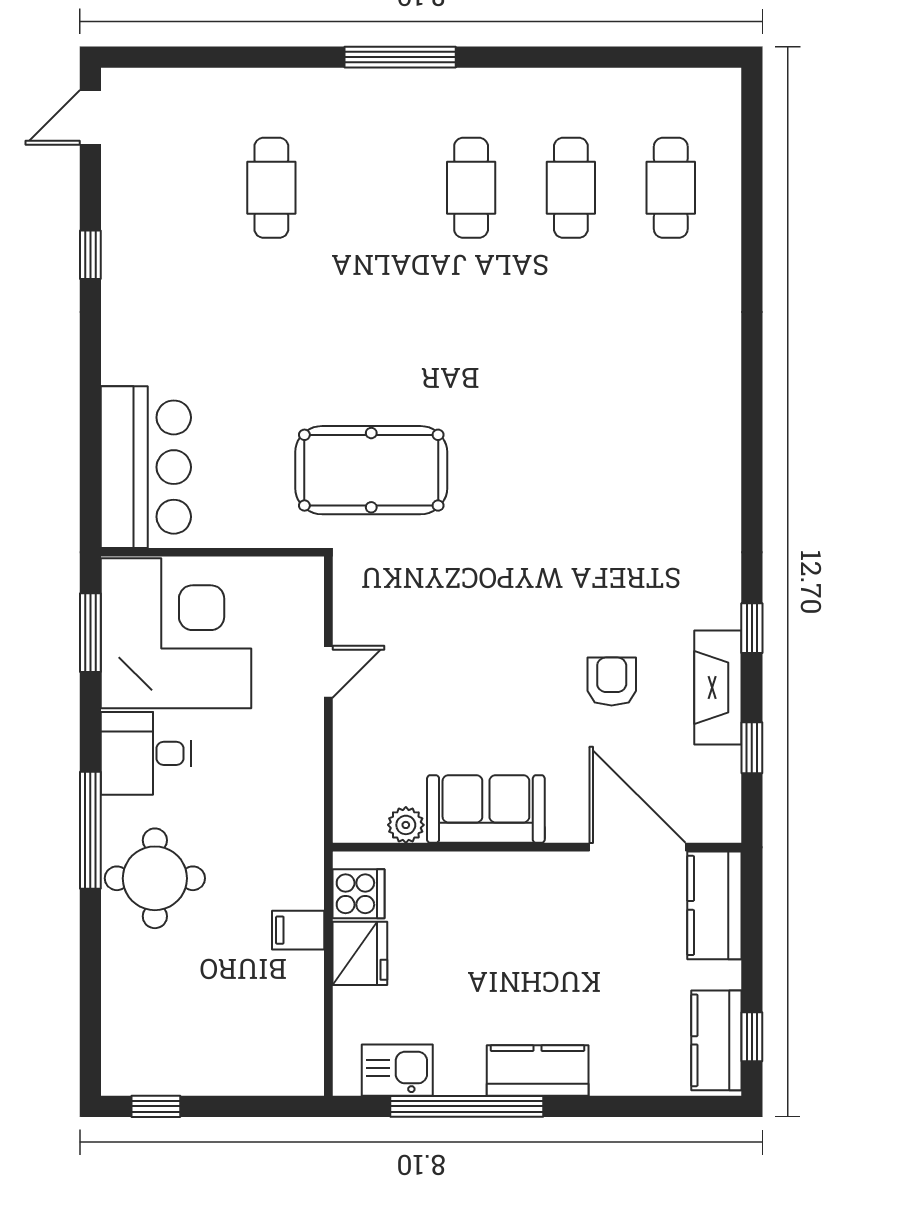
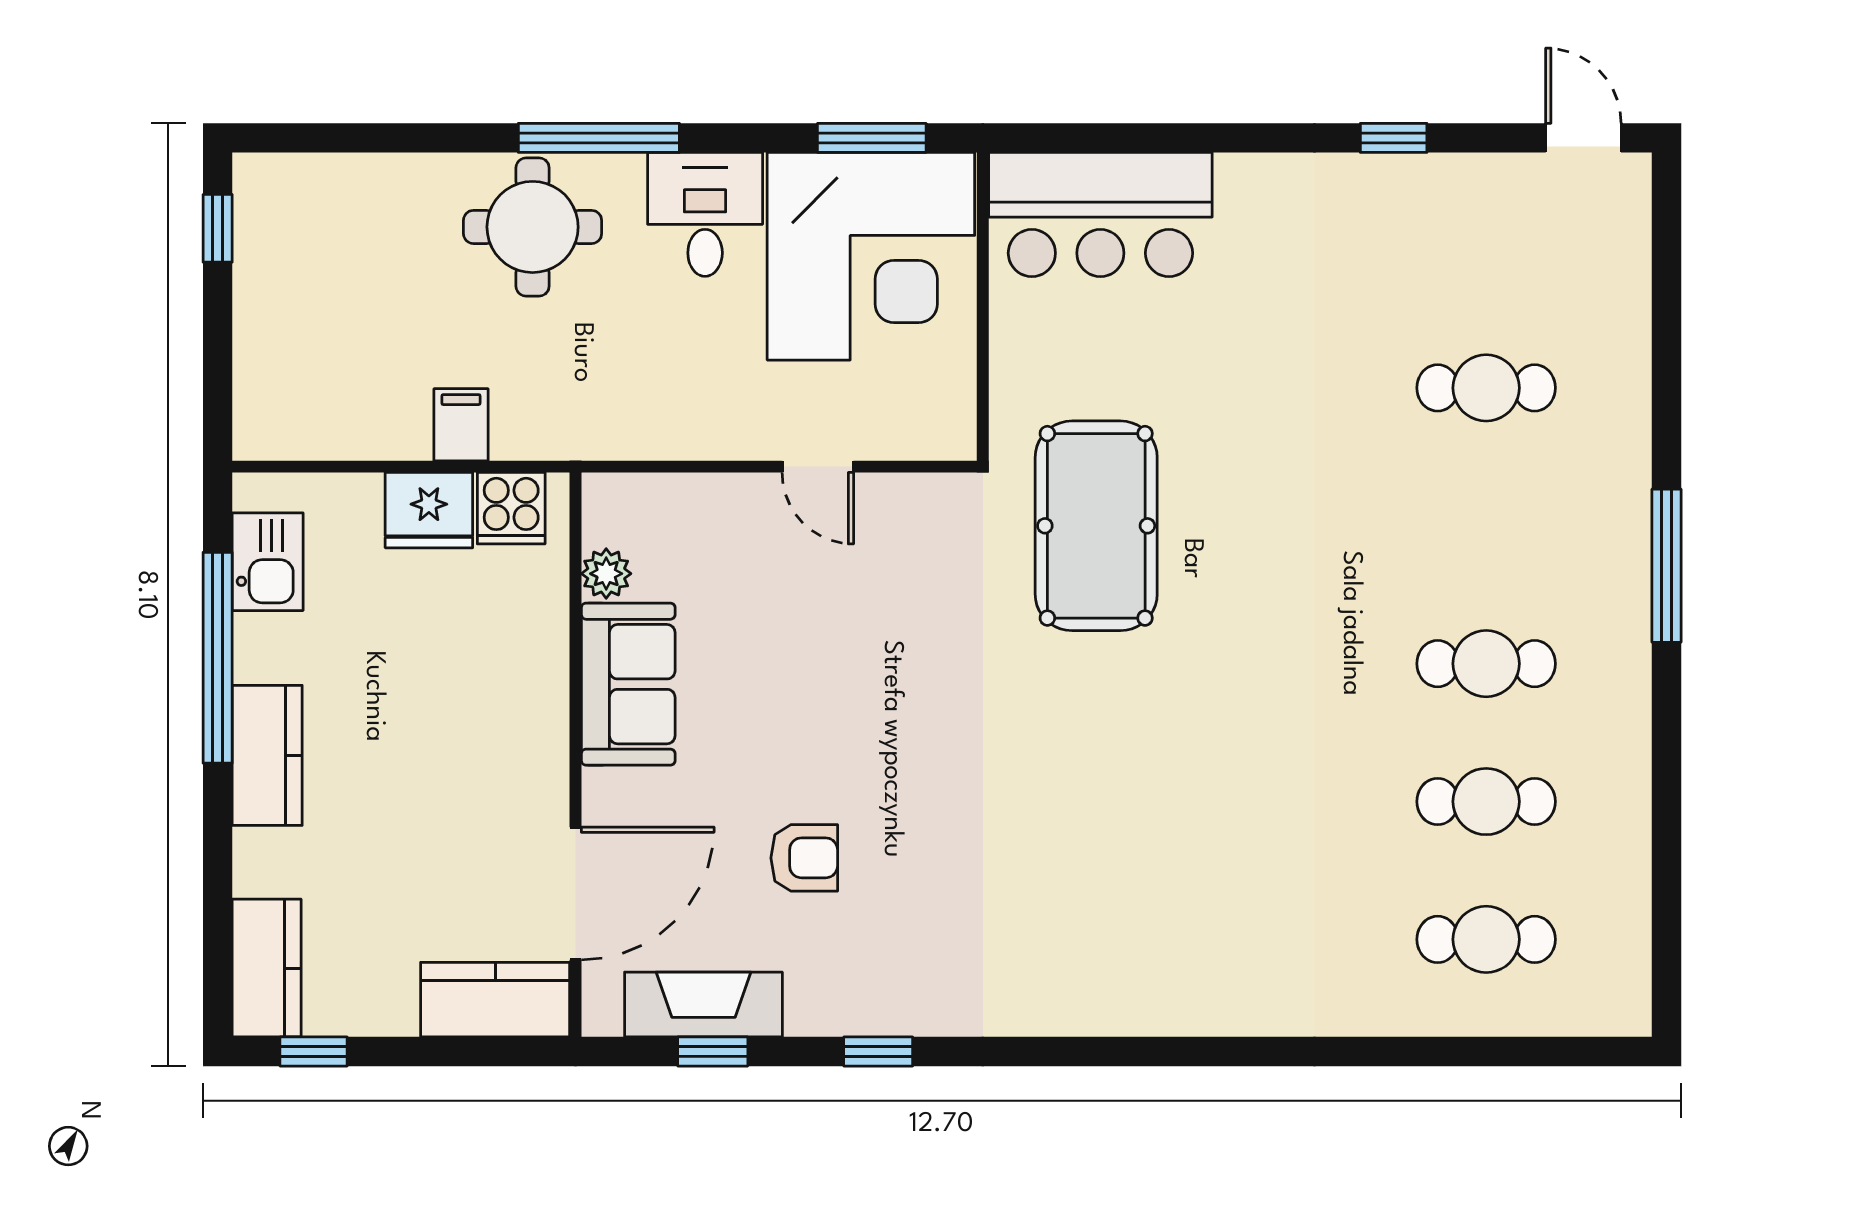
fireplace: (718, 687) -> (703, 1004), moved
kitchen counter: (716, 1040) -> (267, 968), moved, turned 90

